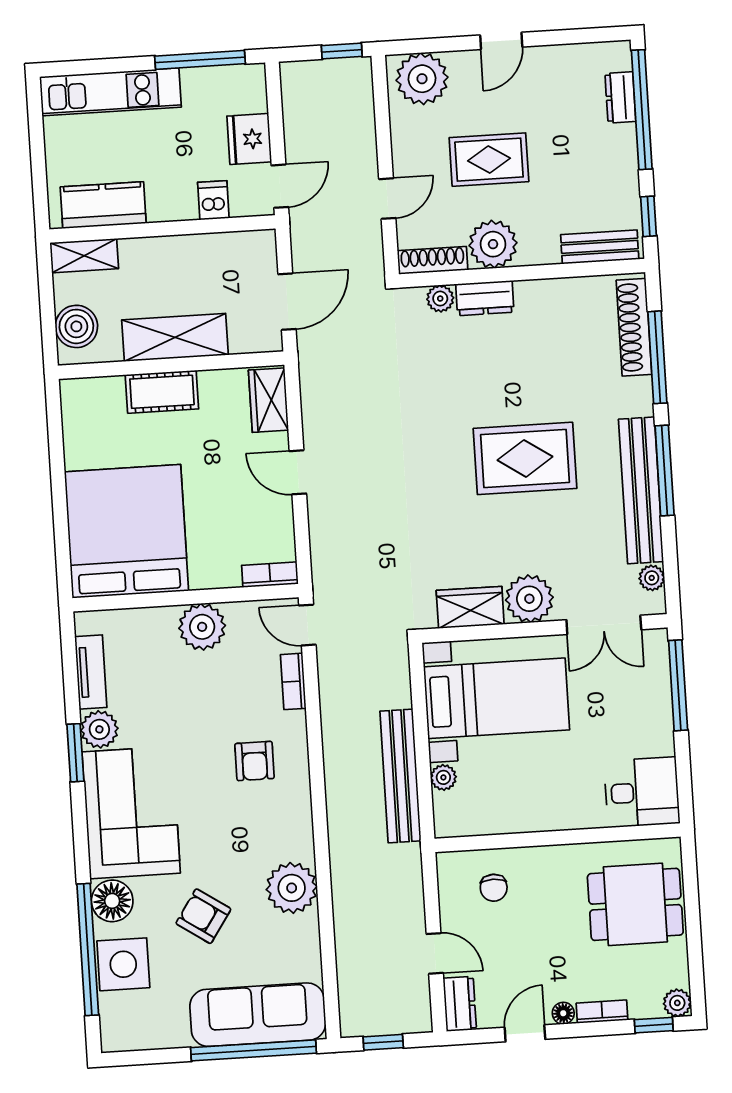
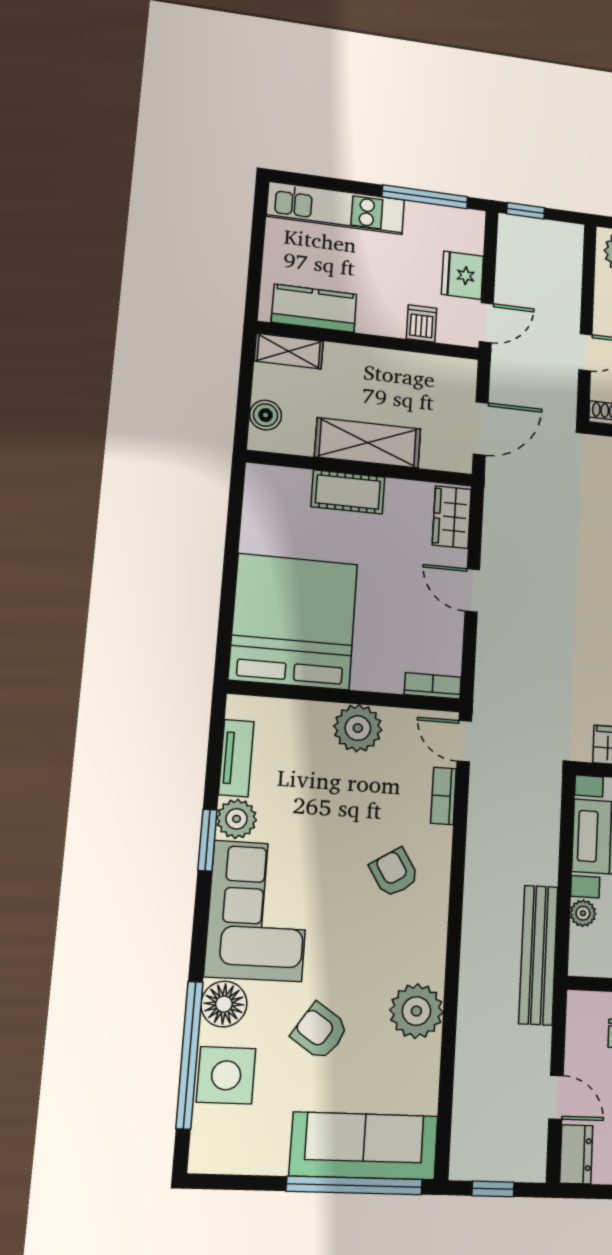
window: (342, 51) -> (526, 211), moved
boiler: (76, 326) -> (266, 415), width x0.73, depth x0.73
armchair: (255, 761) -> (394, 873), turned 148
bench: (400, 776) -> (538, 955), moved

